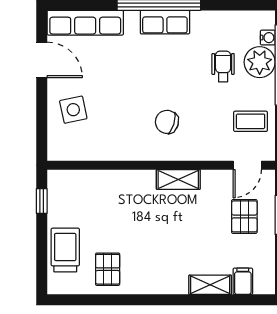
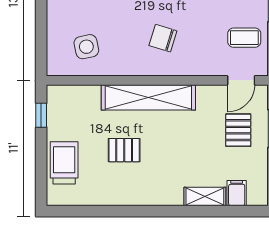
side table: (73, 110) -> (86, 47), moved
shelving: (178, 179) -> (148, 97), width x2.20, depth x1.33
pallet: (108, 269) -> (124, 150), moved, turned 90

